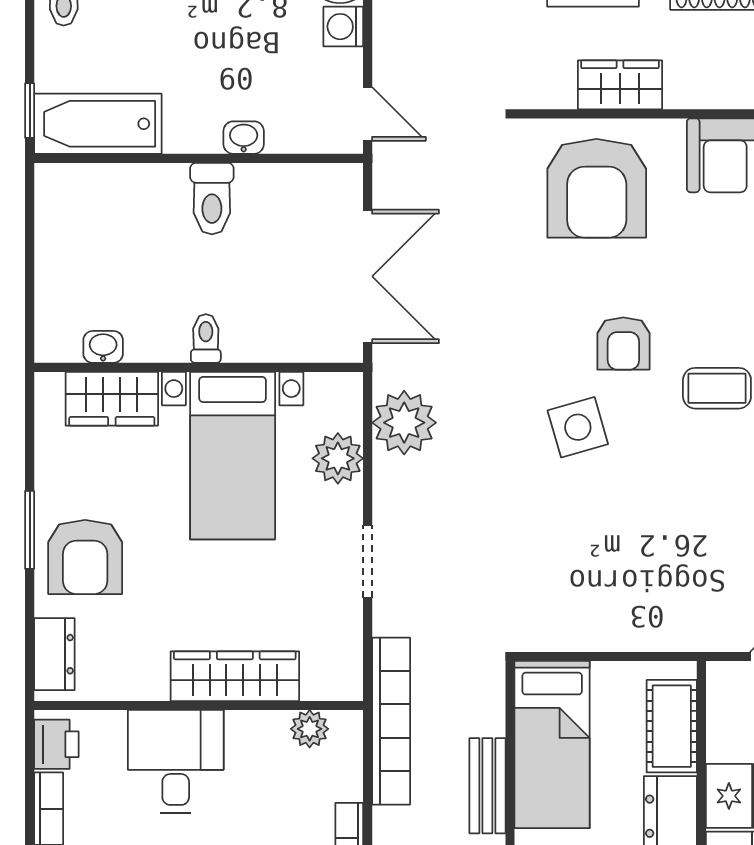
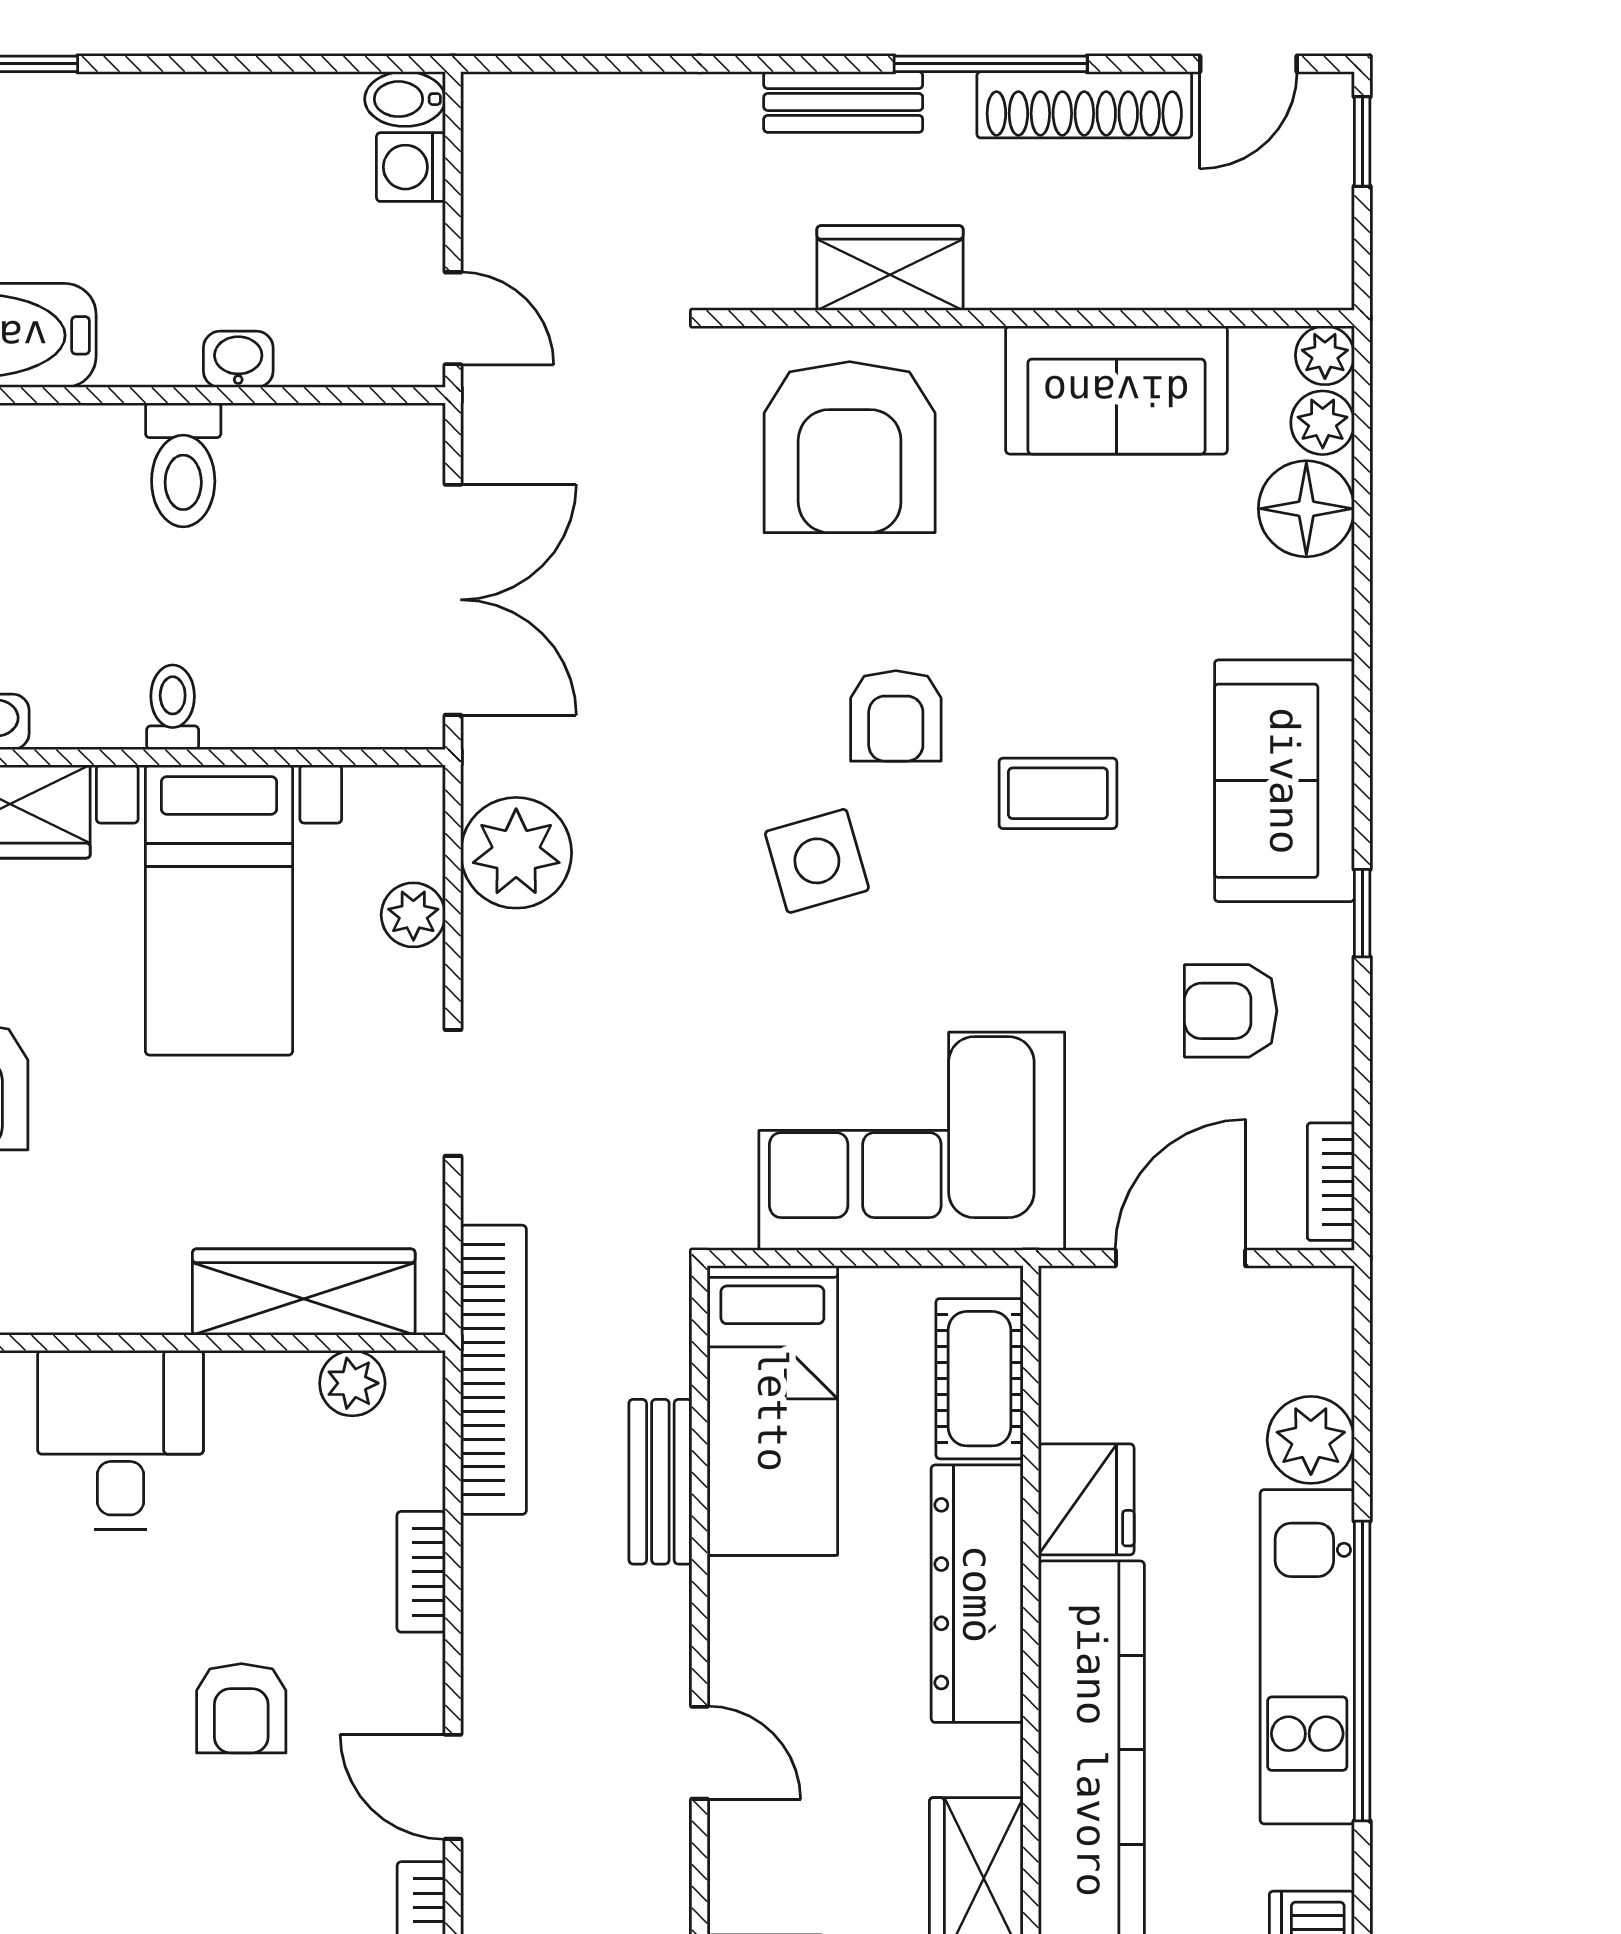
plant: (338, 458) -> (413, 915), width x0.73, depth x0.73
corner sofa: (633, 589) -> (912, 1141), added
wardrobe: (235, 676) -> (304, 1292), moved

